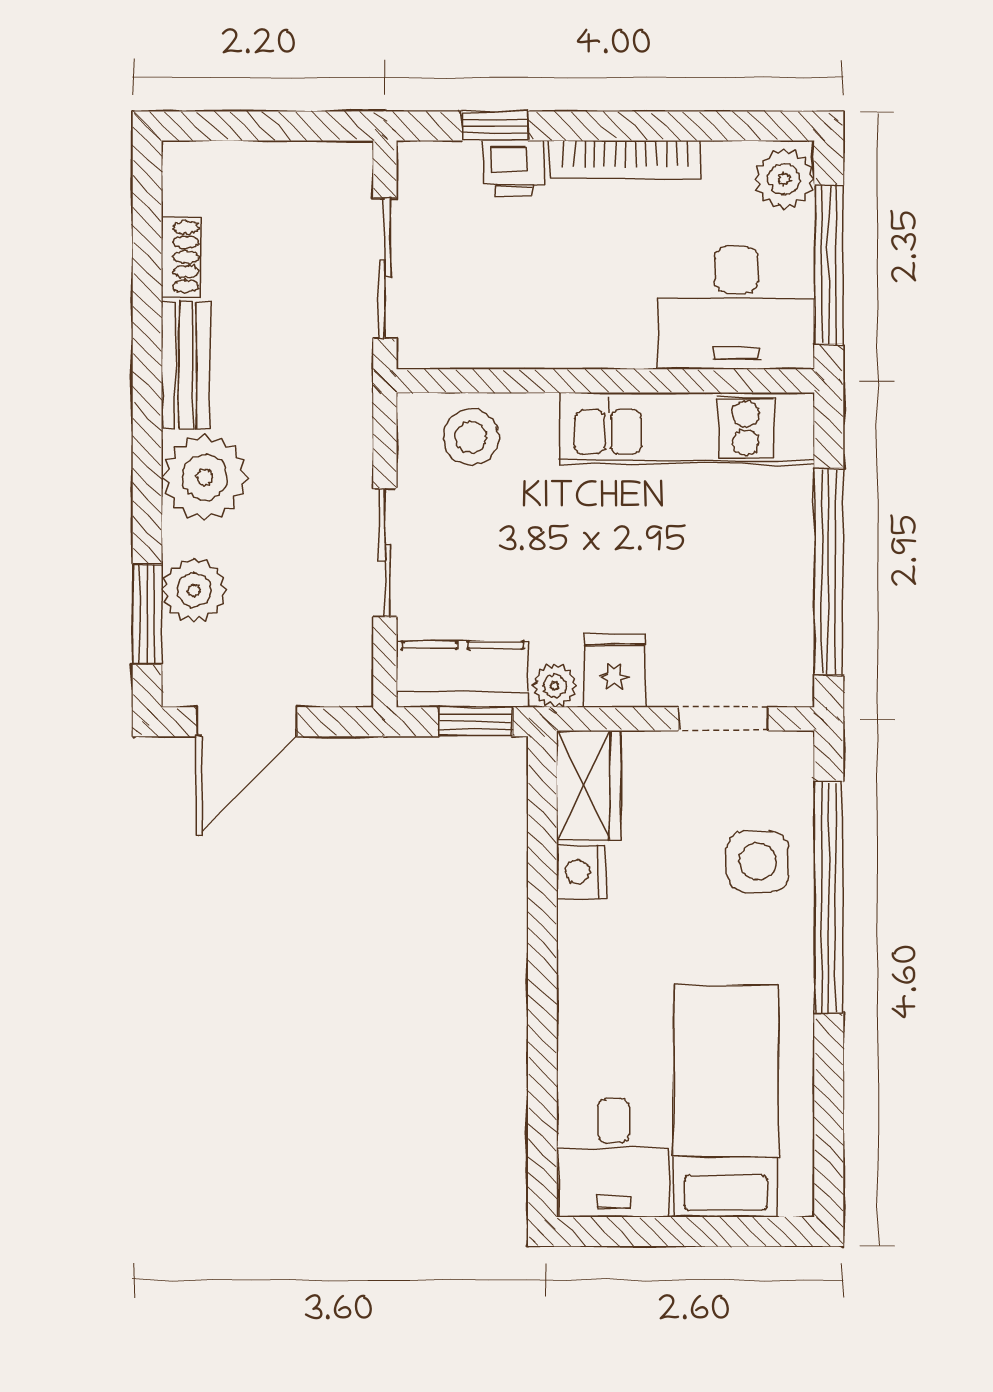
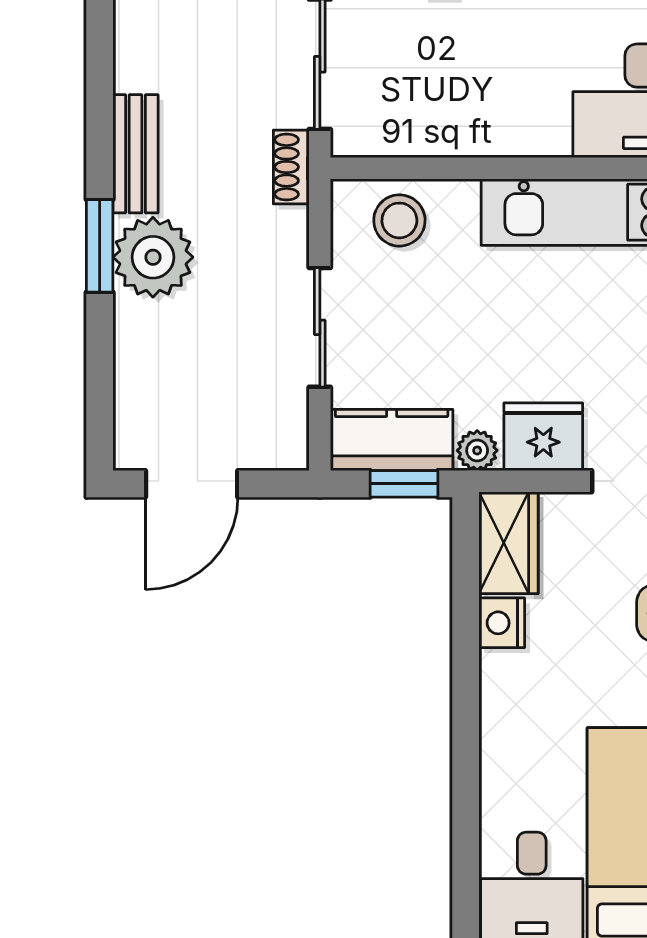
shoe rack: (181, 257) -> (291, 167), moved, turned 180
plant: (194, 590) -> (143, 362), removed
window: (147, 614) -> (100, 246), moved
fridge: (614, 671) -> (543, 437), width x1.38

